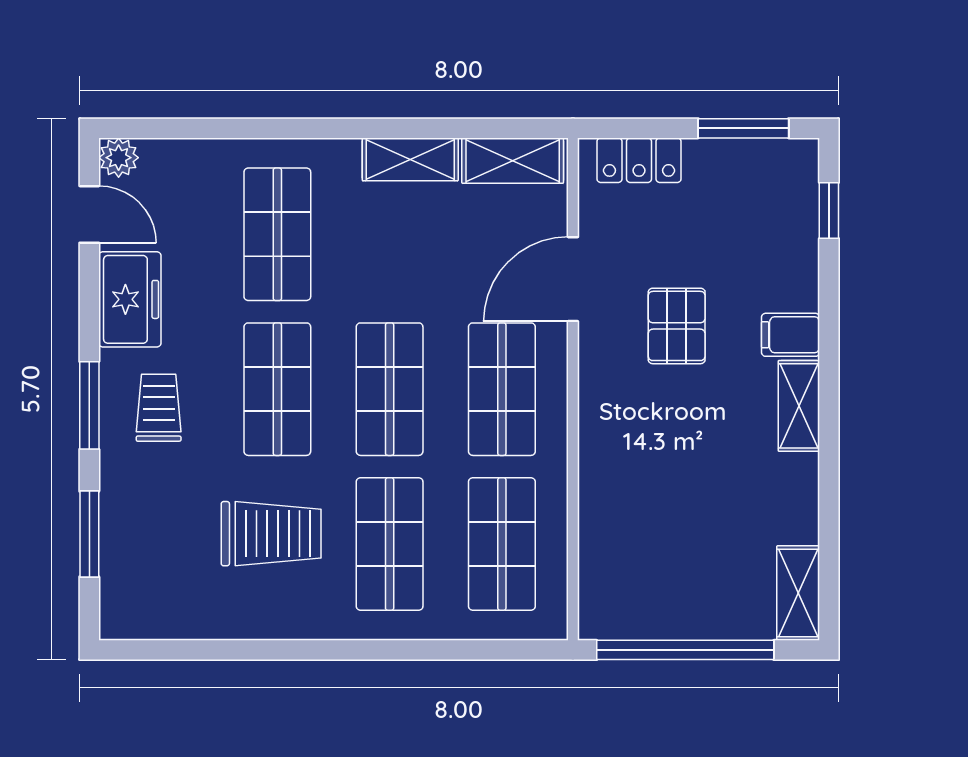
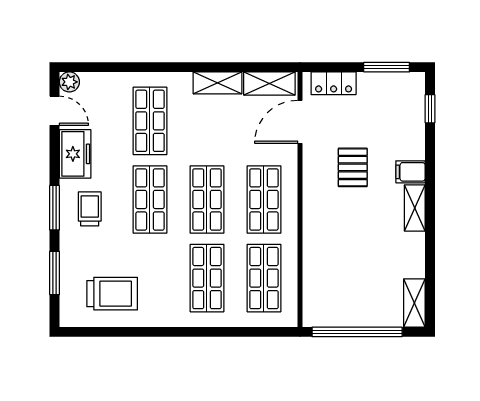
door: (573, 279) -> (300, 122), moved
trolley: (271, 534) -> (112, 294), moved

